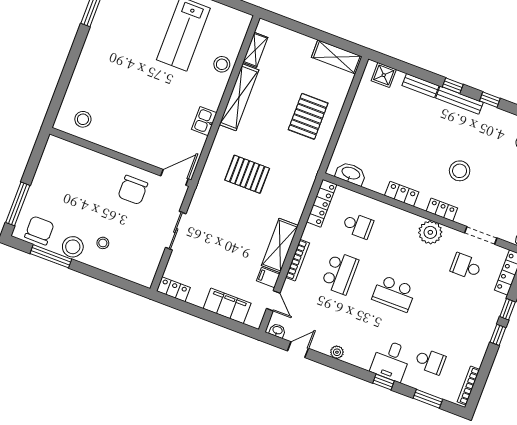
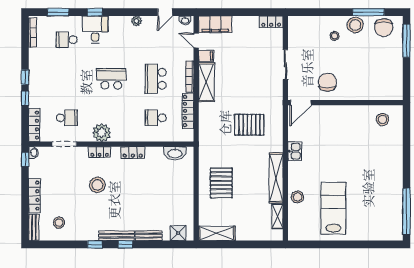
locker: (322, 203) -> (188, 111), moved
filing cabinet: (227, 306) -> (215, 24), moved

